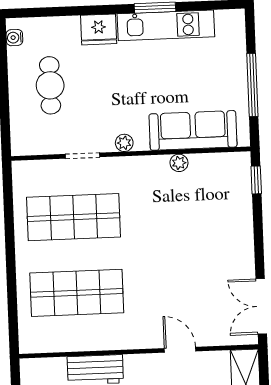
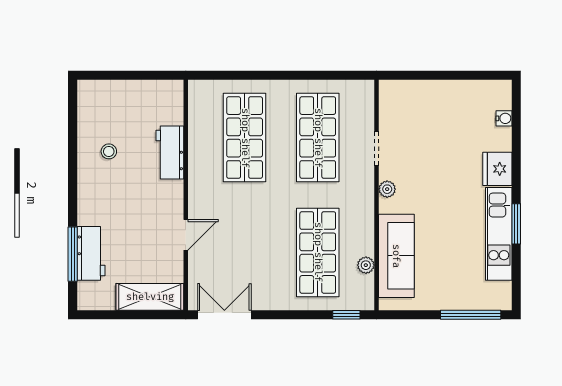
water cooler: (14, 38) -> (504, 118), moved, turned 90
cafe table: (50, 85) -> (445, 120), removed
window: (252, 85) -> (471, 315), moved
plant: (179, 163) -> (366, 265), moved
shop shelf: (193, 212) -> (318, 252), added

